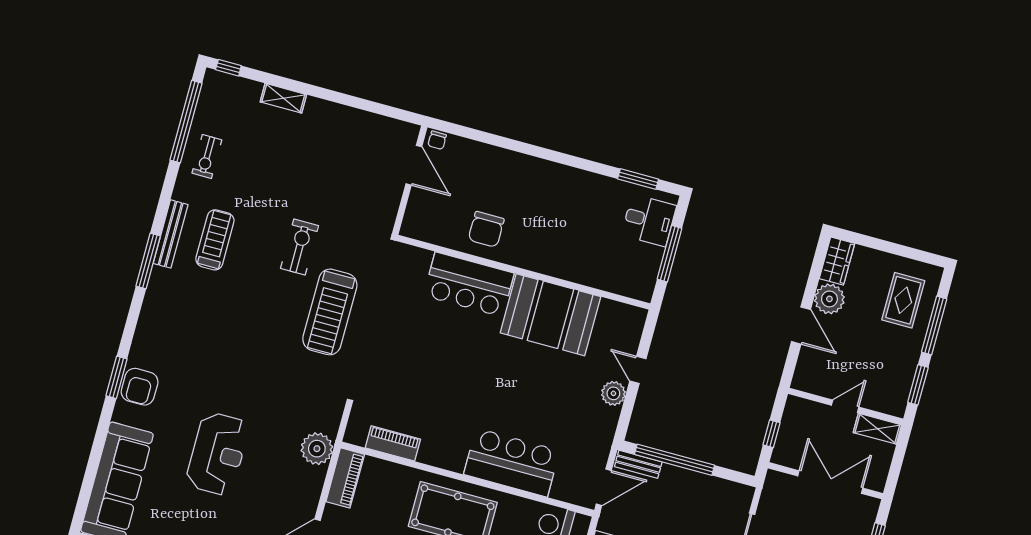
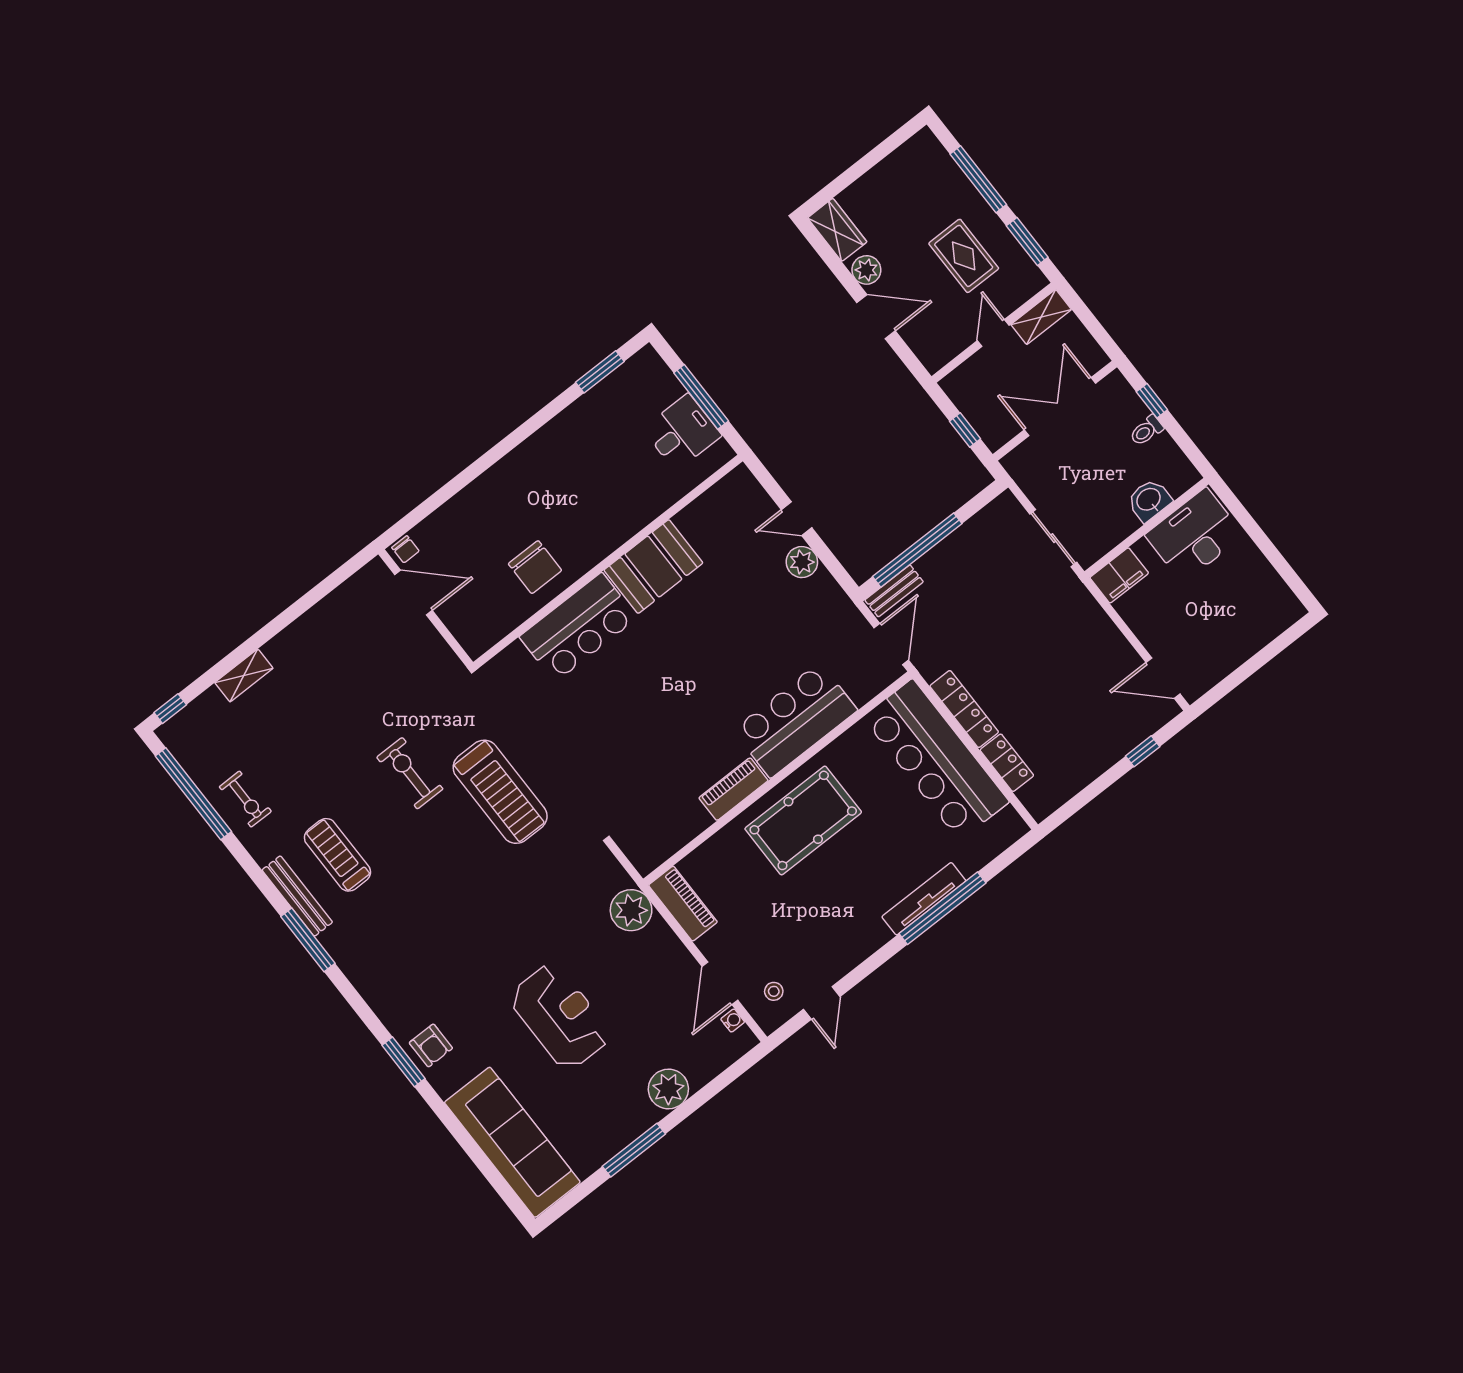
desk: (649, 220) -> (682, 432), moved
plant: (829, 299) -> (866, 270), width x0.73, depth x0.73
rug: (903, 300) -> (964, 256), moved
booth: (550, 315) -> (653, 567), width x0.73, depth x0.70
armchair: (140, 387) -> (431, 1045), width x0.72, depth x0.72
piano: (393, 443) -> (733, 789), moved

